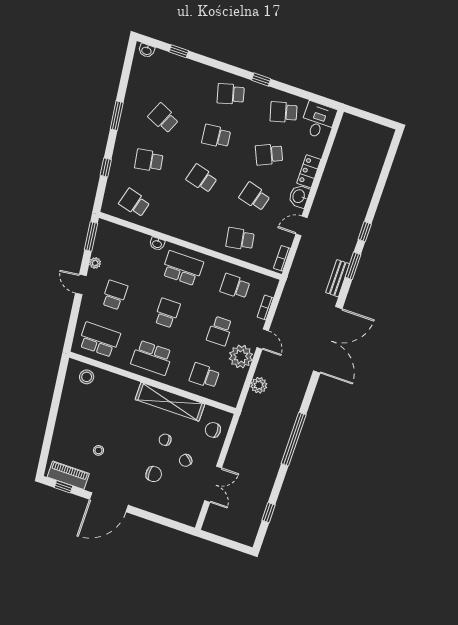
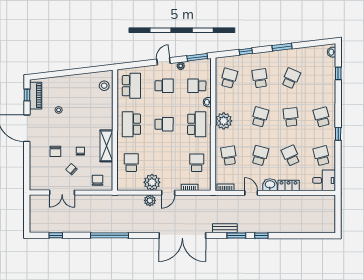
plant: (190, 230) -> (224, 121), added
school desk: (220, 331) -> (197, 86), moved
plant: (259, 385) -> (150, 201), moved
shelving: (170, 402) -> (106, 146), width x0.68

